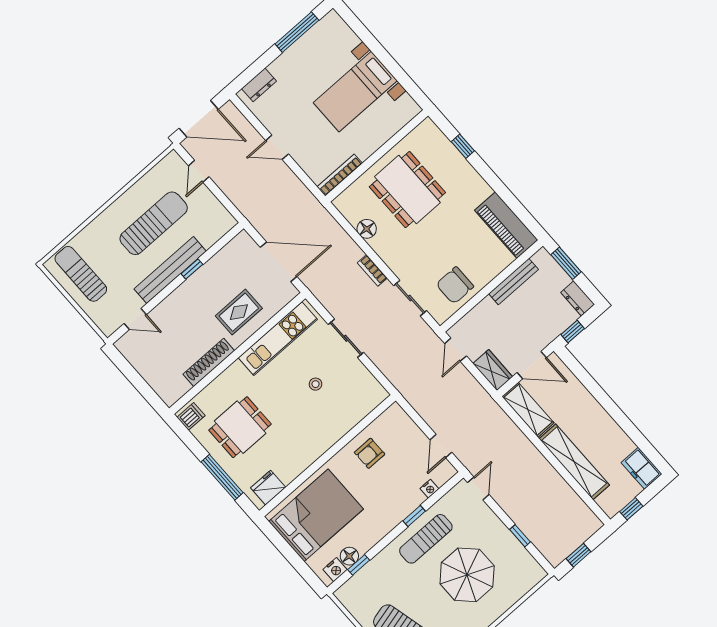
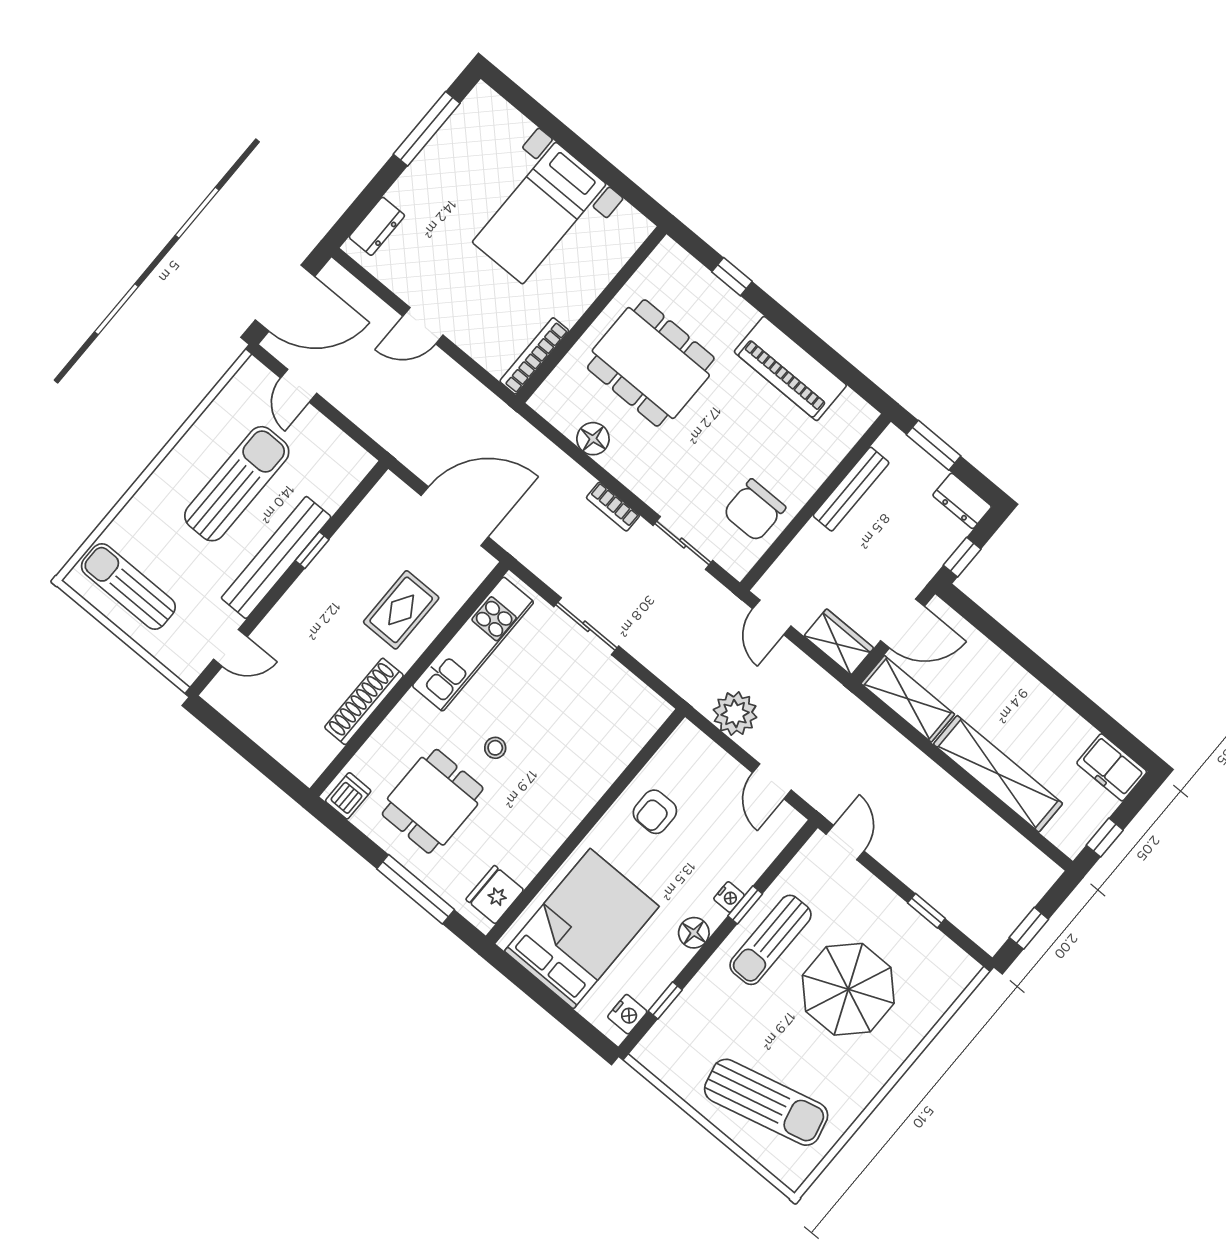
piano: (506, 225) -> (790, 369), moved
stool: (316, 384) -> (495, 748), moved
plant: (425, 403) -> (735, 714), added
nightstand: (429, 489) -> (729, 897), moved
floor lamp: (349, 556) -> (694, 933), moved

